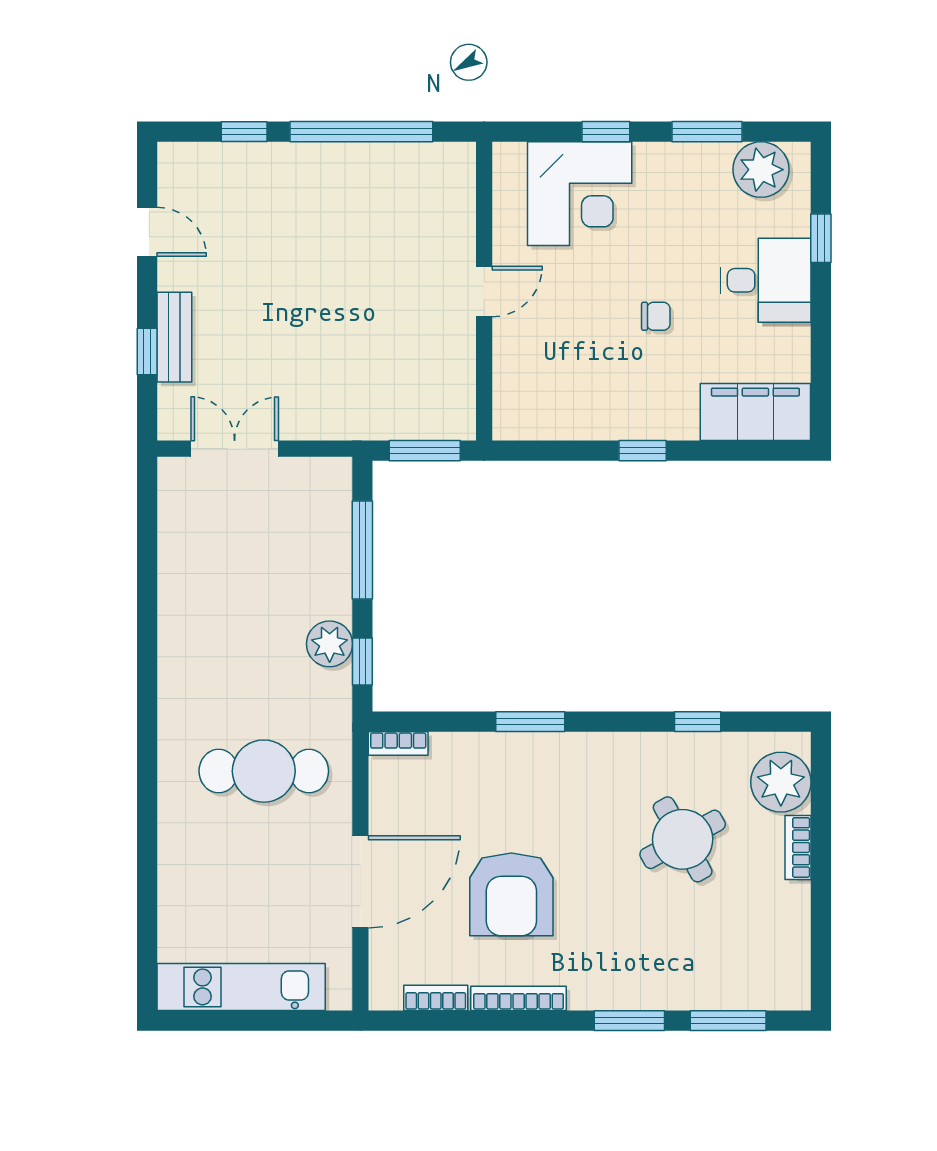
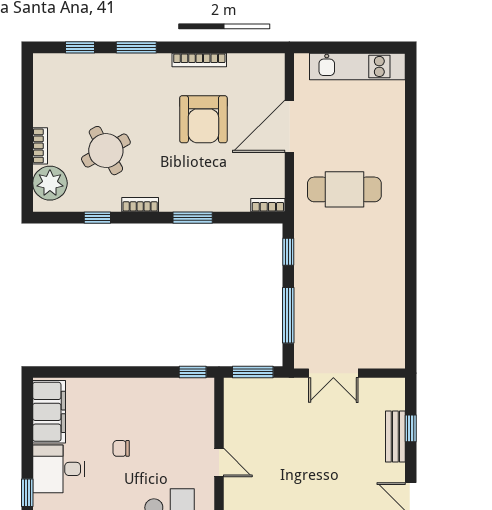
door: (484, 292) -> (219, 463), swing flipped
filing cabinet: (755, 412) -> (49, 412), moved, turned -90
double door: (235, 449) -> (333, 373), moved
window: (643, 451) -> (193, 372), moved
plant: (330, 644) -> (307, 262), removed
armchair: (511, 894) -> (203, 119), turned 180
bookcase: (436, 998) -> (140, 205), moved, turned 180
window: (728, 1021) -> (80, 47), width x0.67

